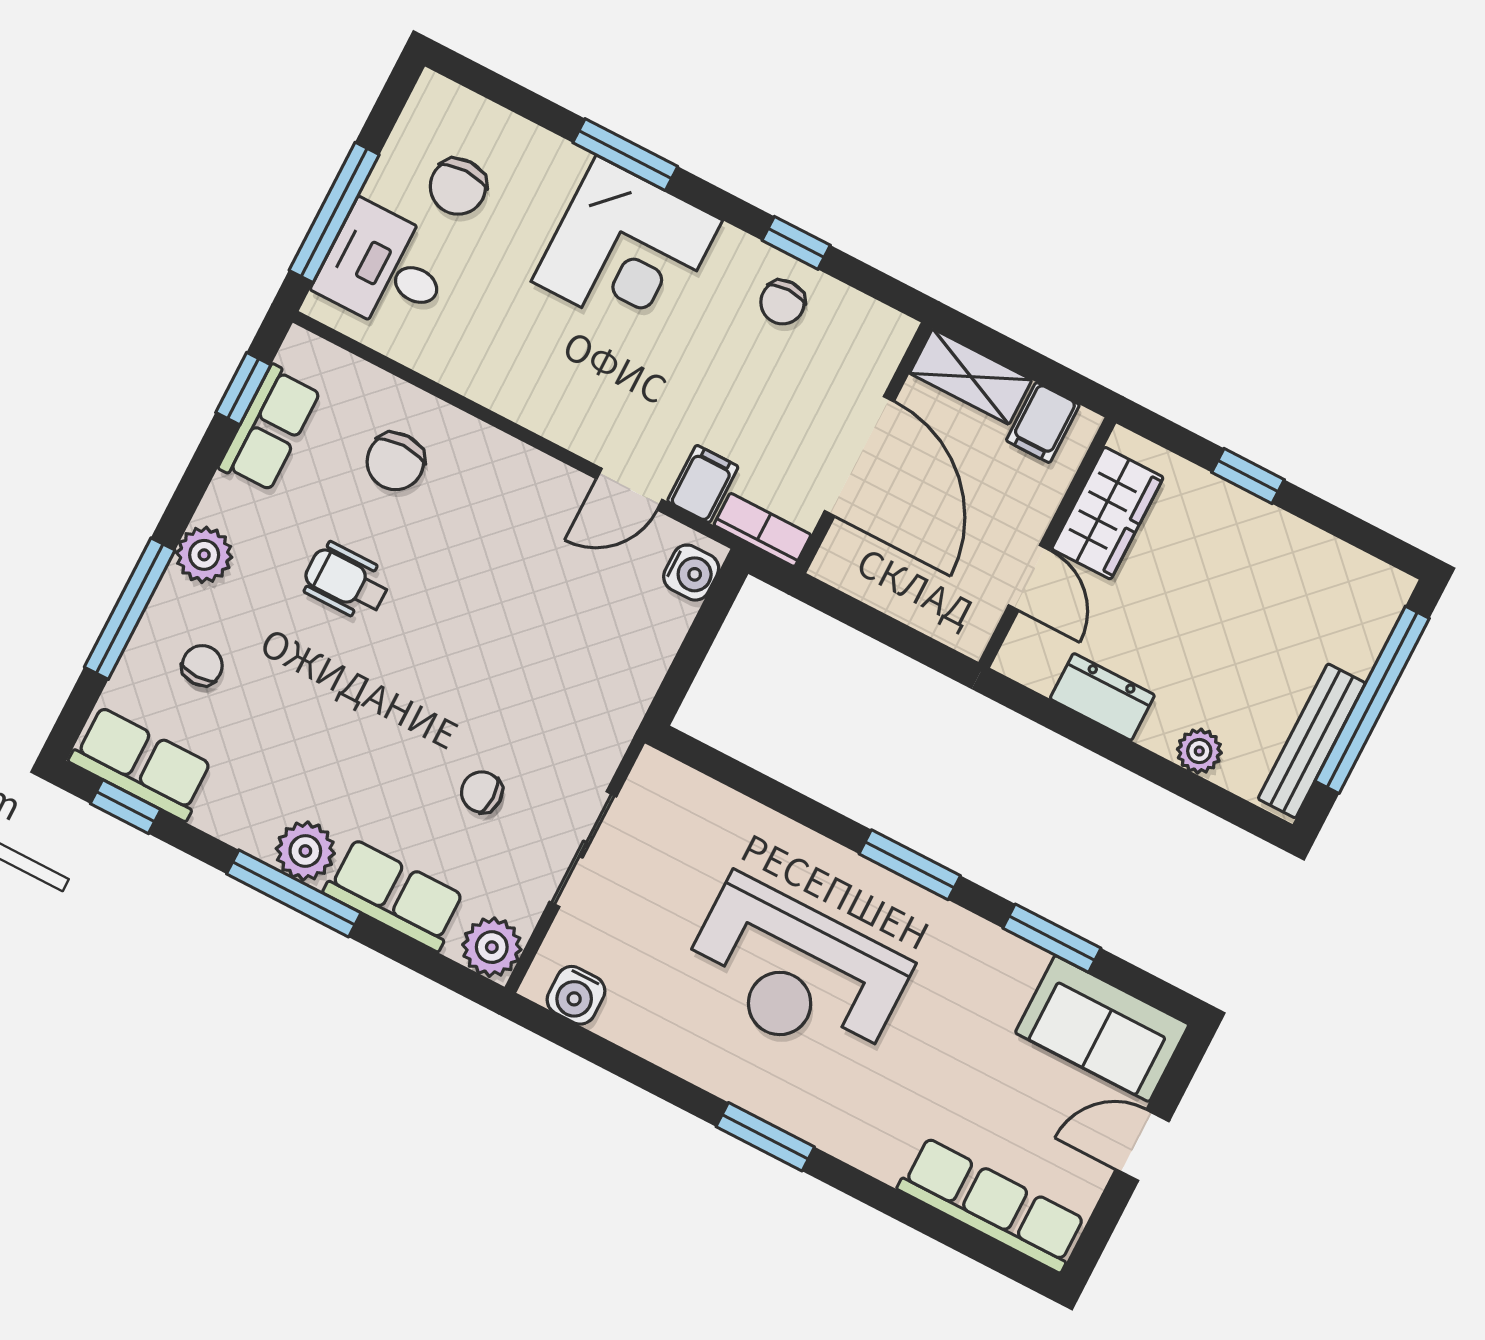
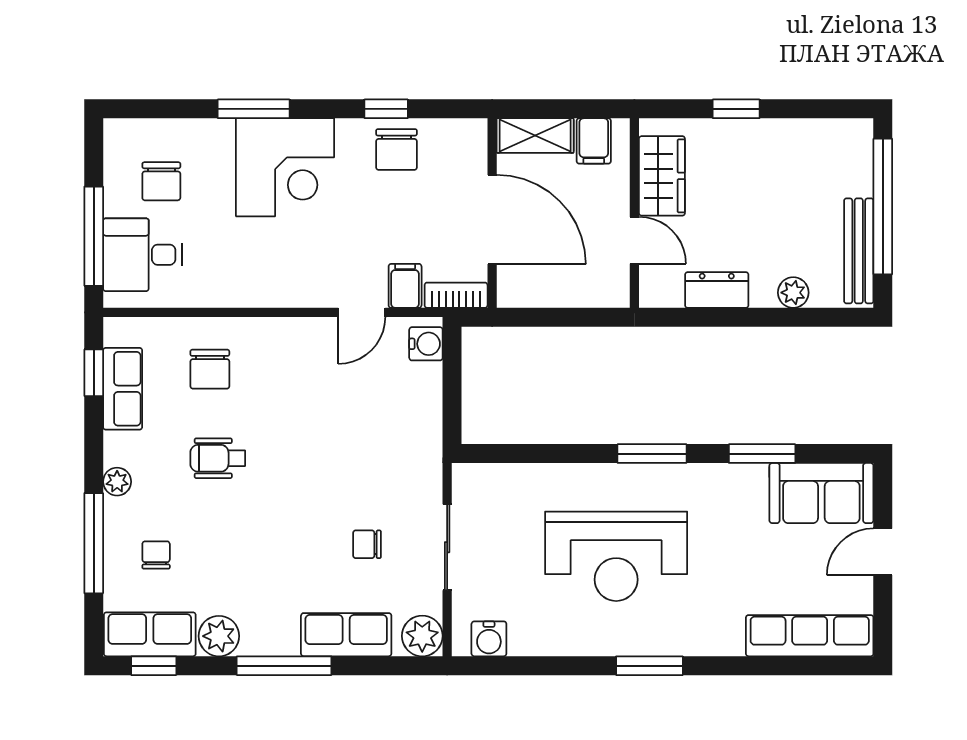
chair: (783, 302) -> (396, 149), width x1.37, depth x1.37
plant: (204, 555) -> (117, 482), width x0.73, depth x0.73
plant: (305, 851) -> (219, 636), moved

